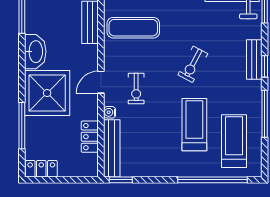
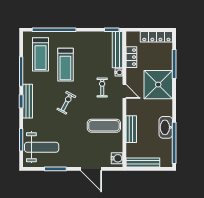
washbasin: (35, 52) -> (166, 127), moved
bench: (254, 60) -> (28, 101), width x1.36
door: (101, 82) -> (124, 91), hinge flipped
locker: (41, 169) -> (156, 37), width x1.53

